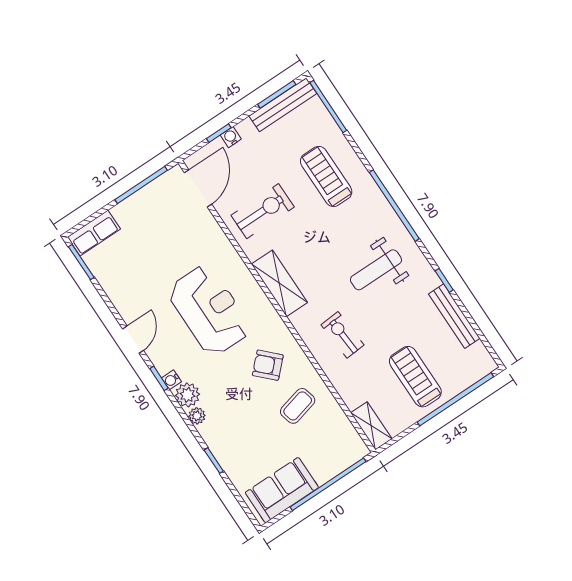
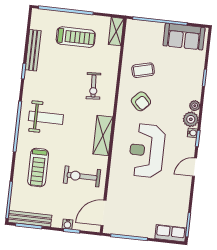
weight bench: (376, 270) -> (46, 118), moved
treadmill: (415, 377) -> (76, 37), turned -90

